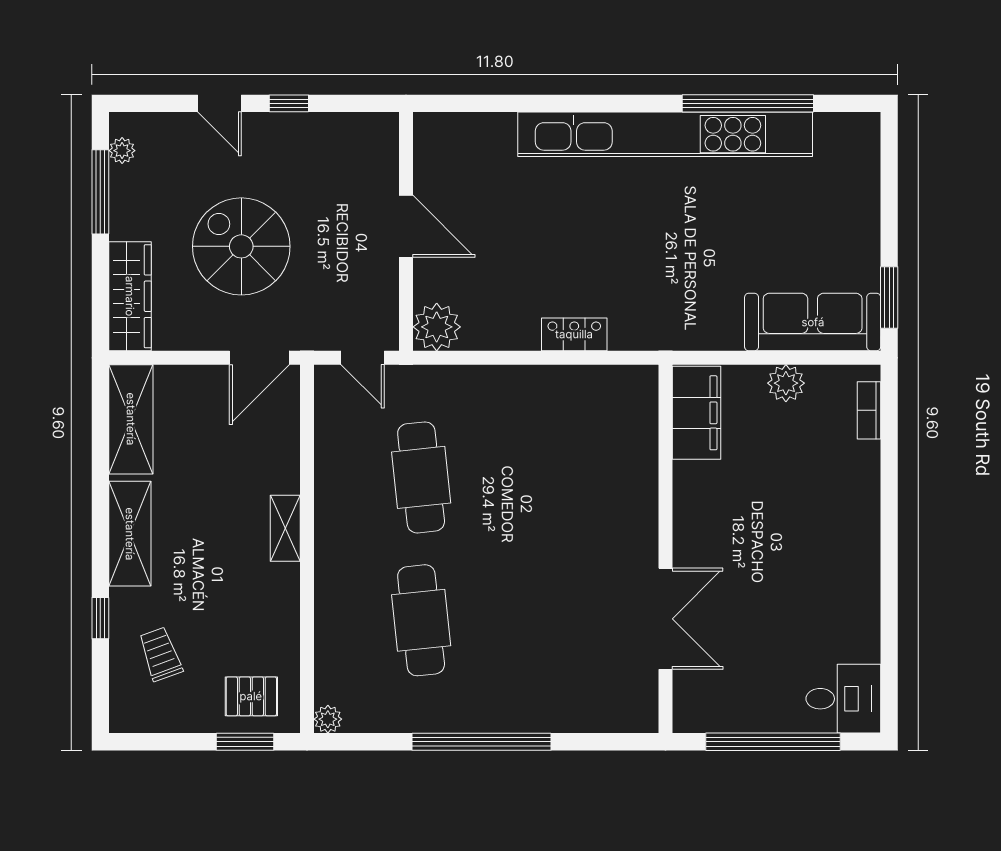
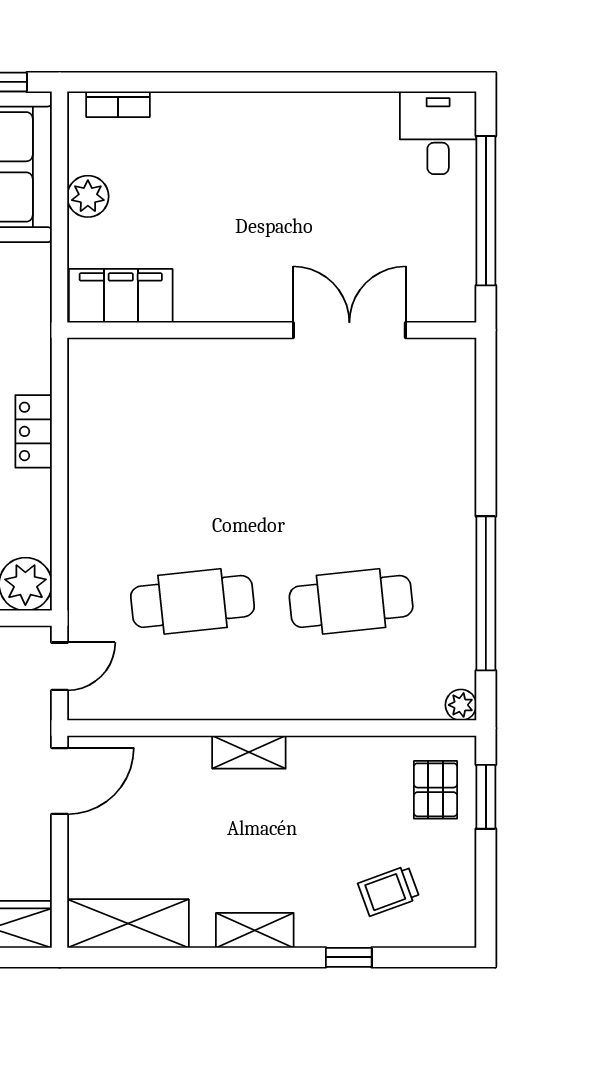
door: (259, 358) -> (60, 781), hinge flipped
shelving: (130, 534) -> (255, 930), width x0.67, depth x0.75
window: (481, 742) -> (486, 593), moved

